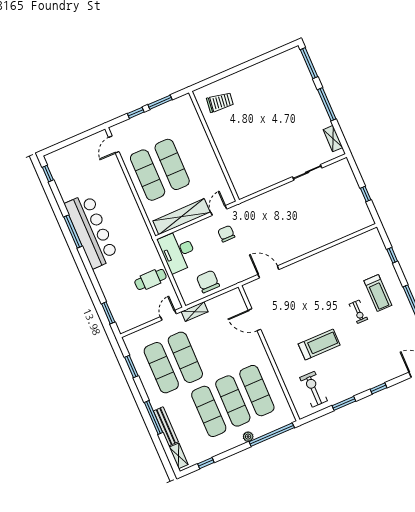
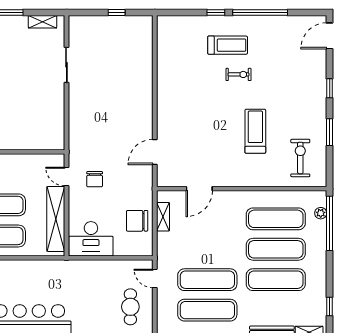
chair: (226, 234) -> (95, 179), turned -90
window: (392, 255) -> (216, 12), moved
cafe table: (150, 279) -> (130, 307), moved
shelving: (195, 312) -> (163, 217), moved
exercise bike: (313, 389) -> (300, 158), turned 90
plant: (248, 437) -> (321, 213), moved

